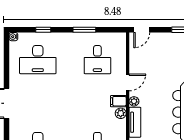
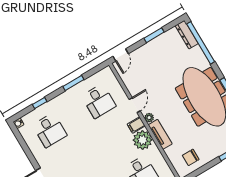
desk: (38, 60) -> (50, 130), width x0.73
plant: (121, 113) -> (143, 140), width x1.87, depth x1.87

